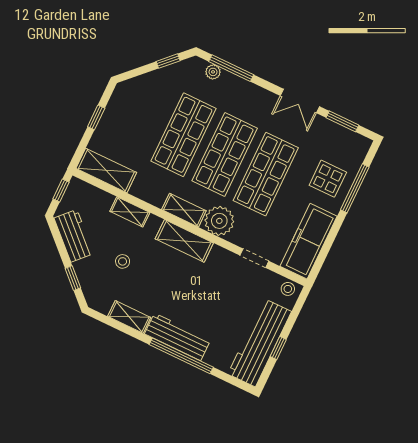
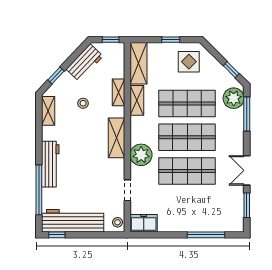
plant: (213, 72) -> (234, 98), width x1.88, depth x1.88
display table: (328, 179) -> (189, 62), moved
shelving: (184, 210) -> (137, 100), moved
freezer: (309, 241) -> (144, 223), width x0.52, depth x0.79
shelving: (129, 317) -> (48, 111), moved
window: (278, 348) -> (57, 235), moved
window: (181, 356) -> (39, 190), moved

